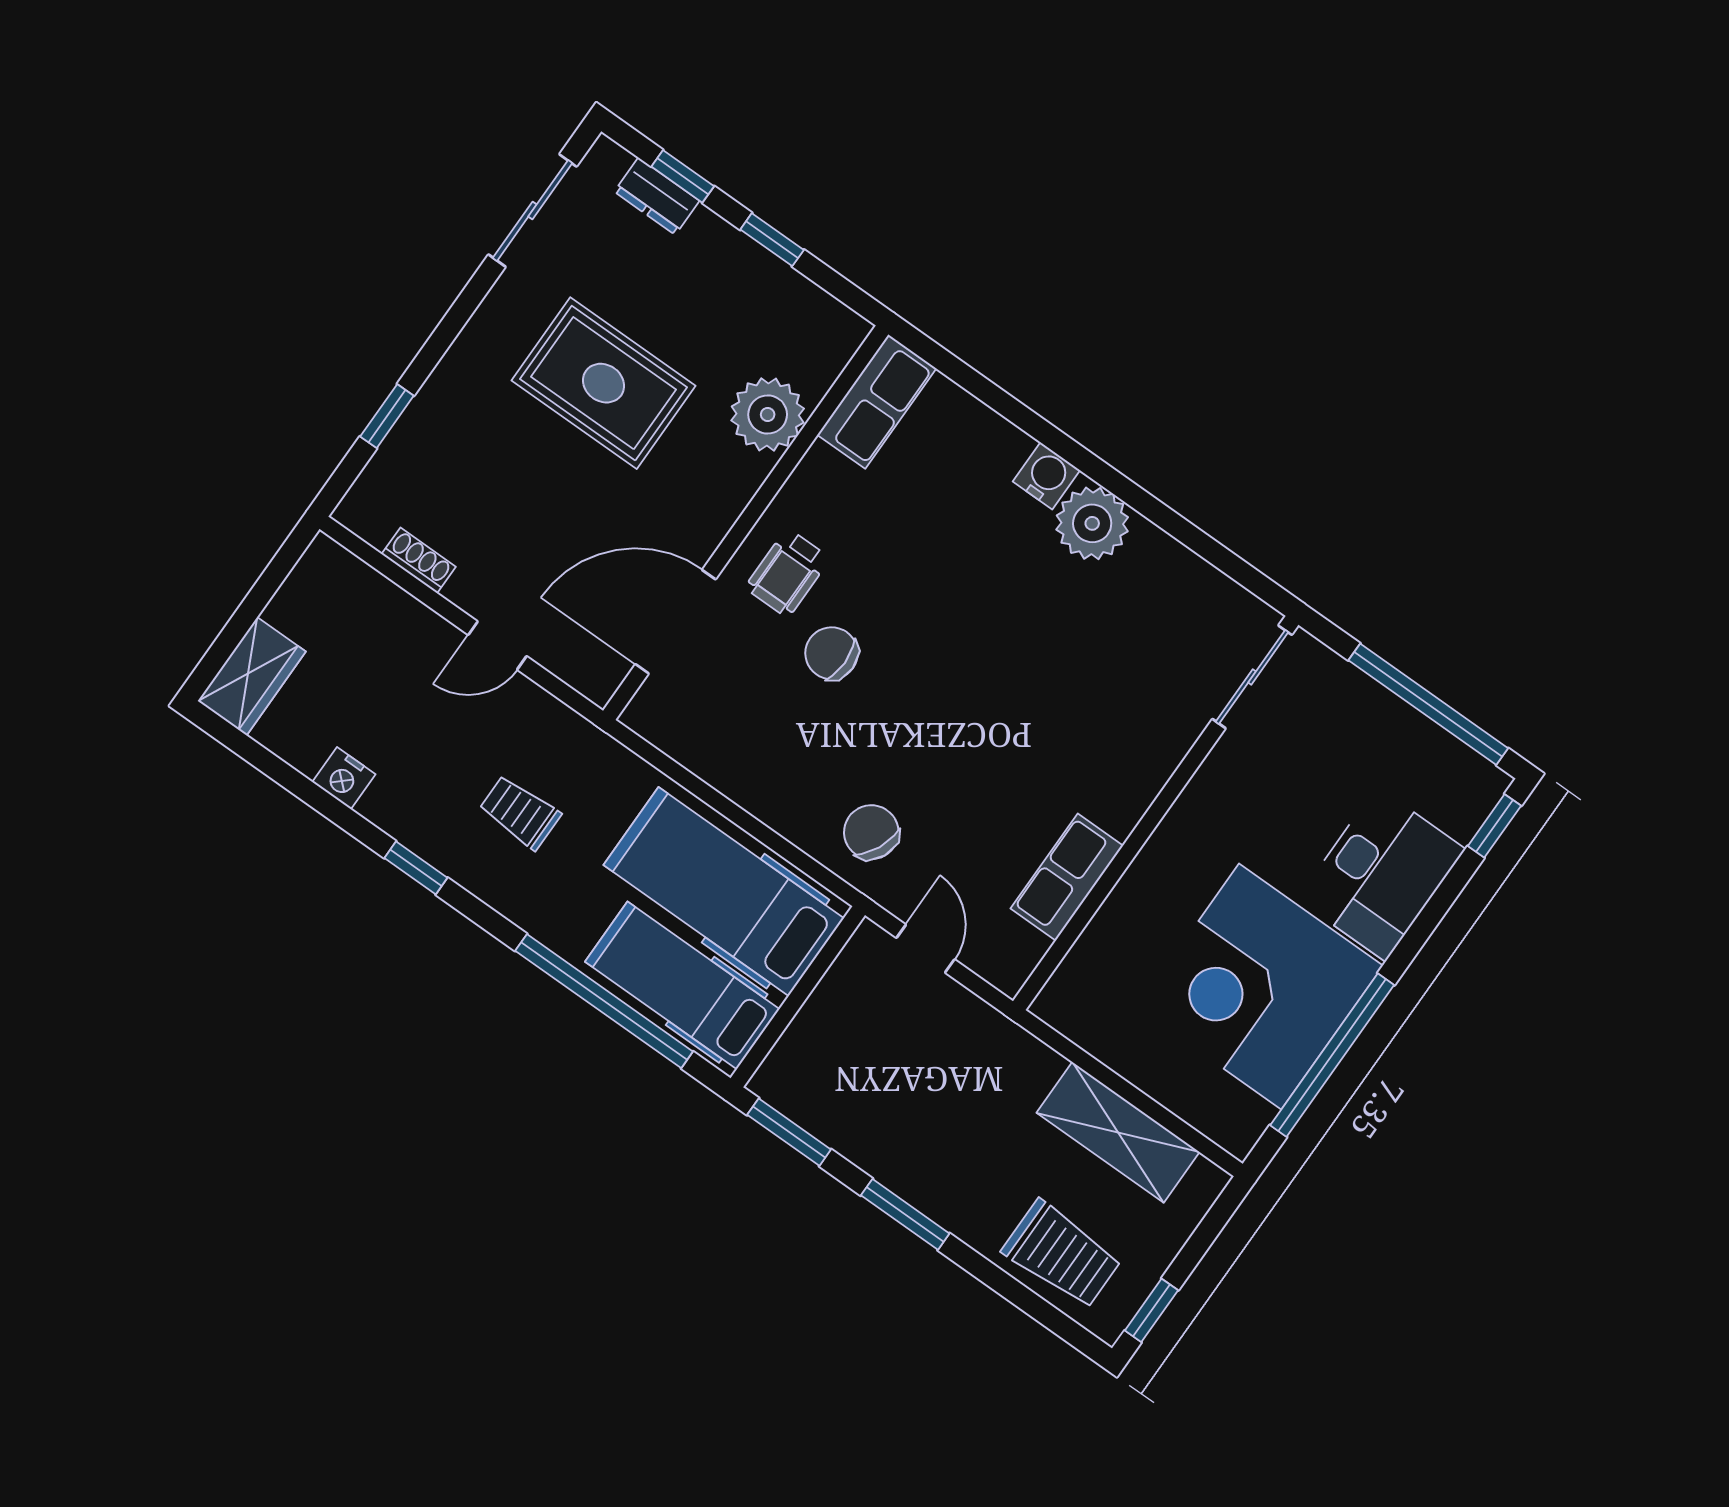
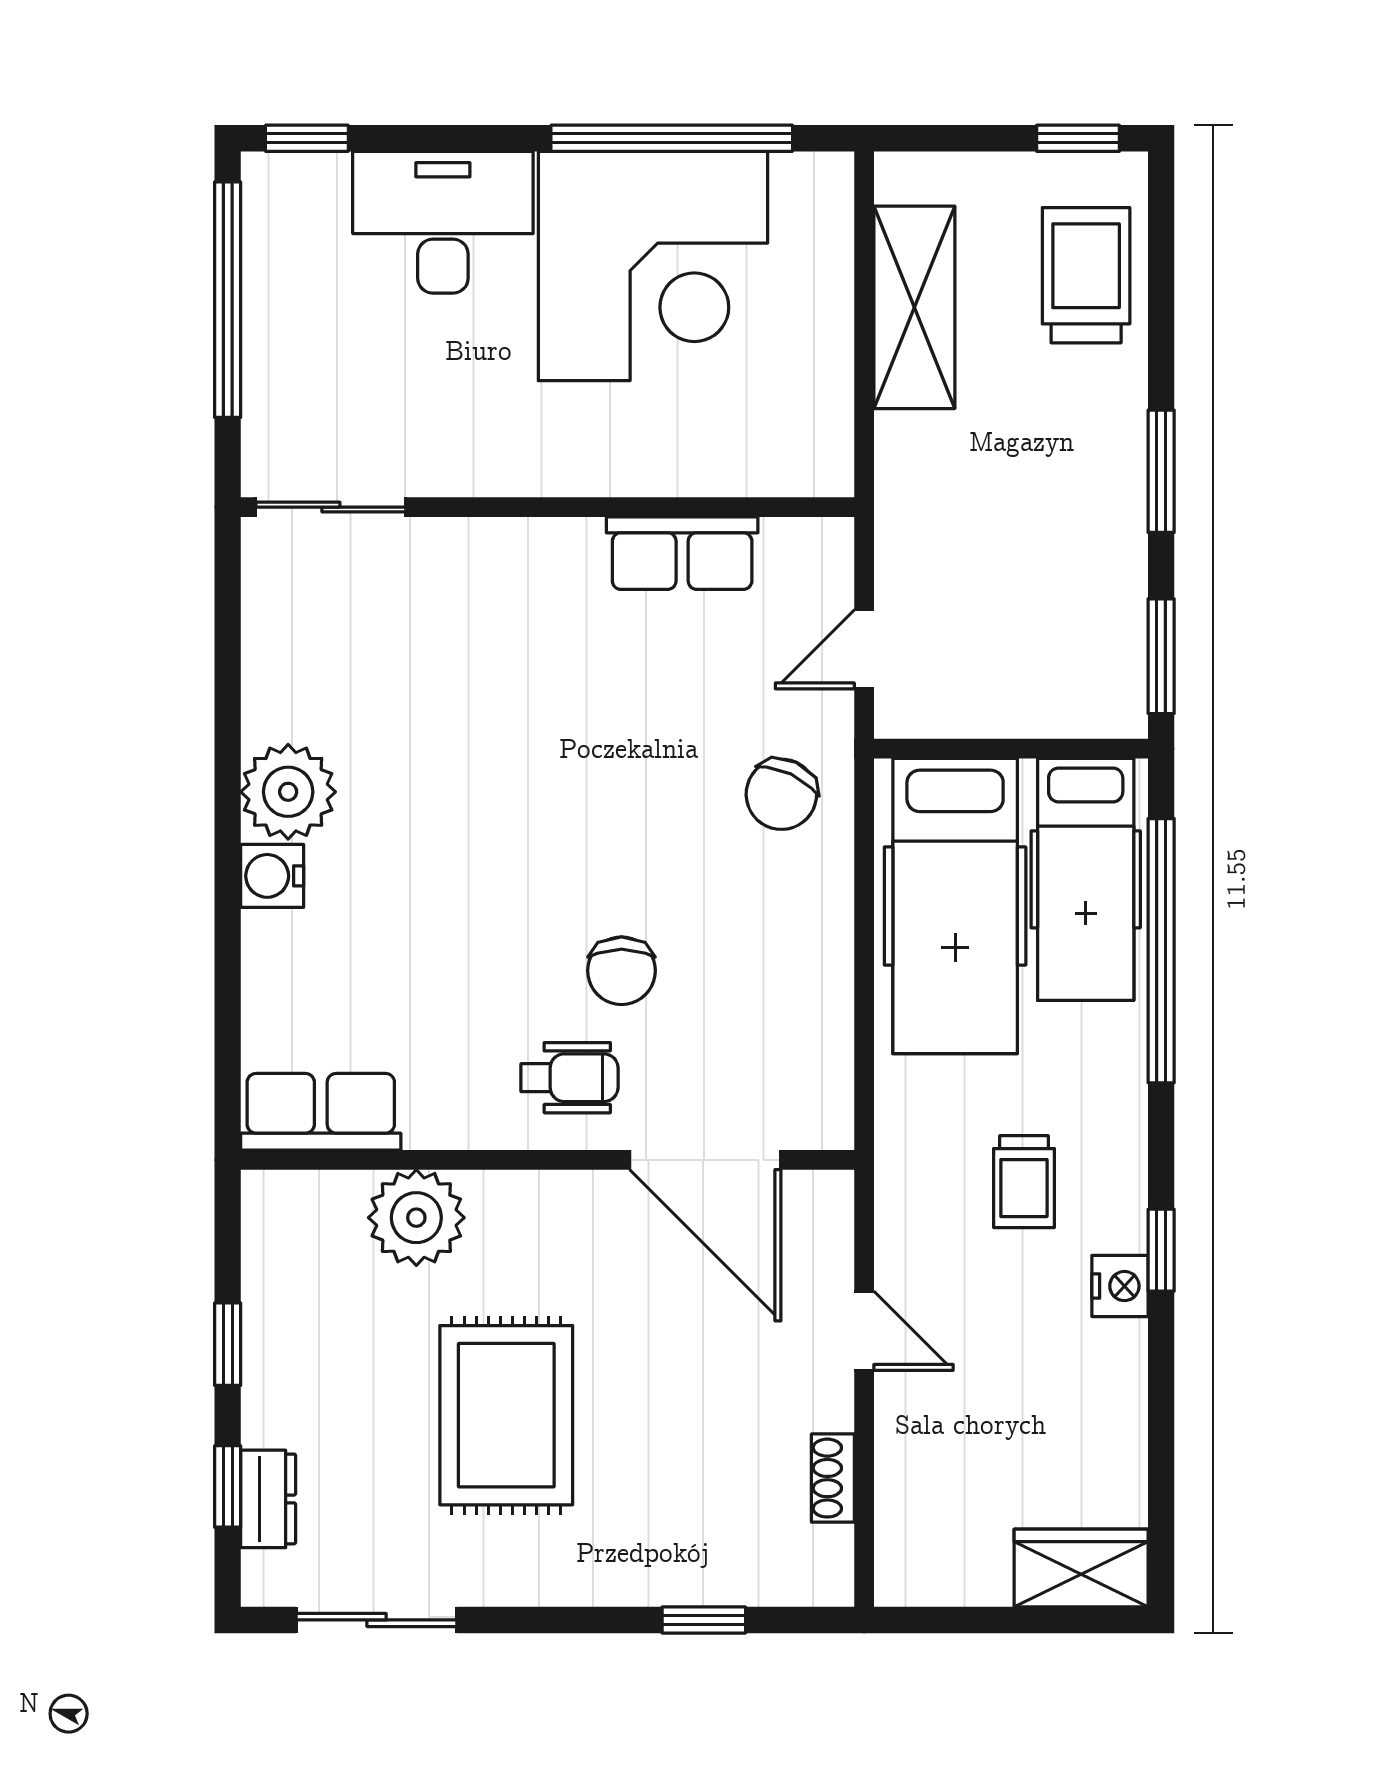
nightstand: (344, 778) -> (1120, 1286), moved

